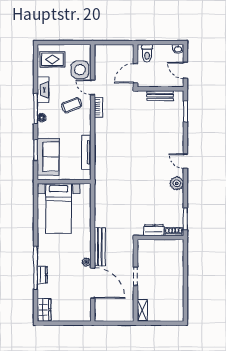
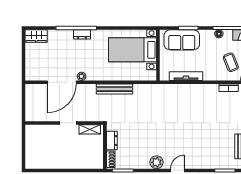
bench: (100, 247) -> (115, 89), moved
dresser: (42, 275) -> (82, 34), moved
shelving: (142, 310) -> (90, 129), moved

